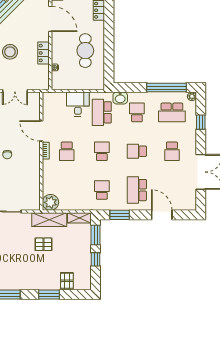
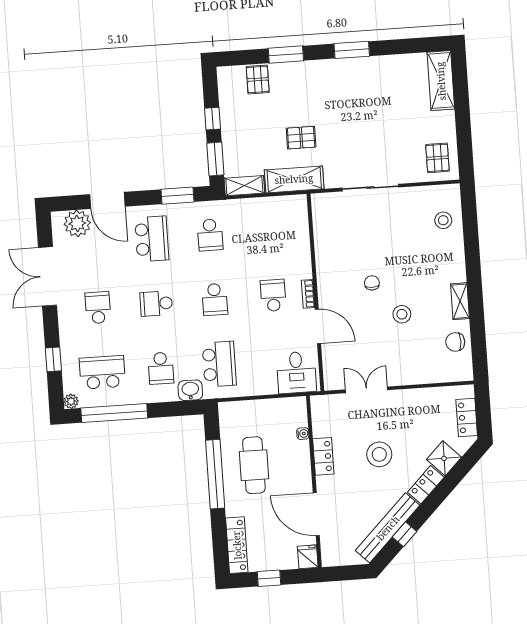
window: (109, 47) -> (215, 474), added
desk: (78, 104) -> (296, 372), moved
school desk: (137, 151) -> (156, 304), turned 180
plant: (50, 202) -> (77, 223), moved

